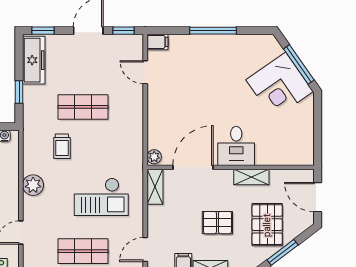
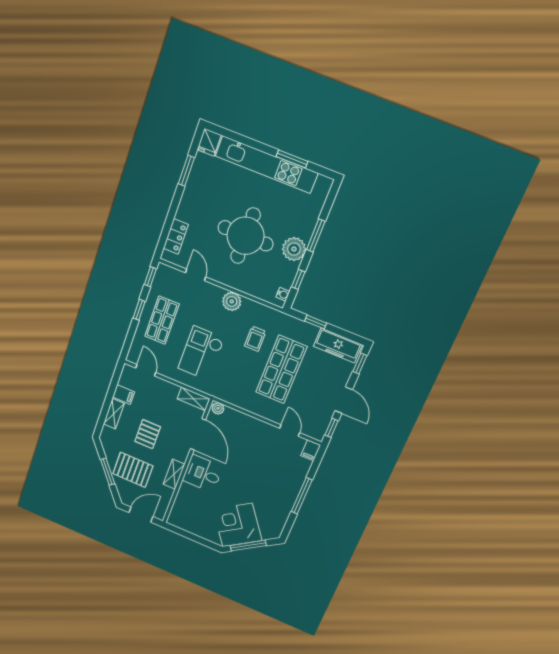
door: (145, 72) -> (290, 430), hinge flipped
shop shelf: (83, 107) -> (281, 369), width x1.43, depth x1.36
trolley: (62, 146) -> (255, 339), turned -90

